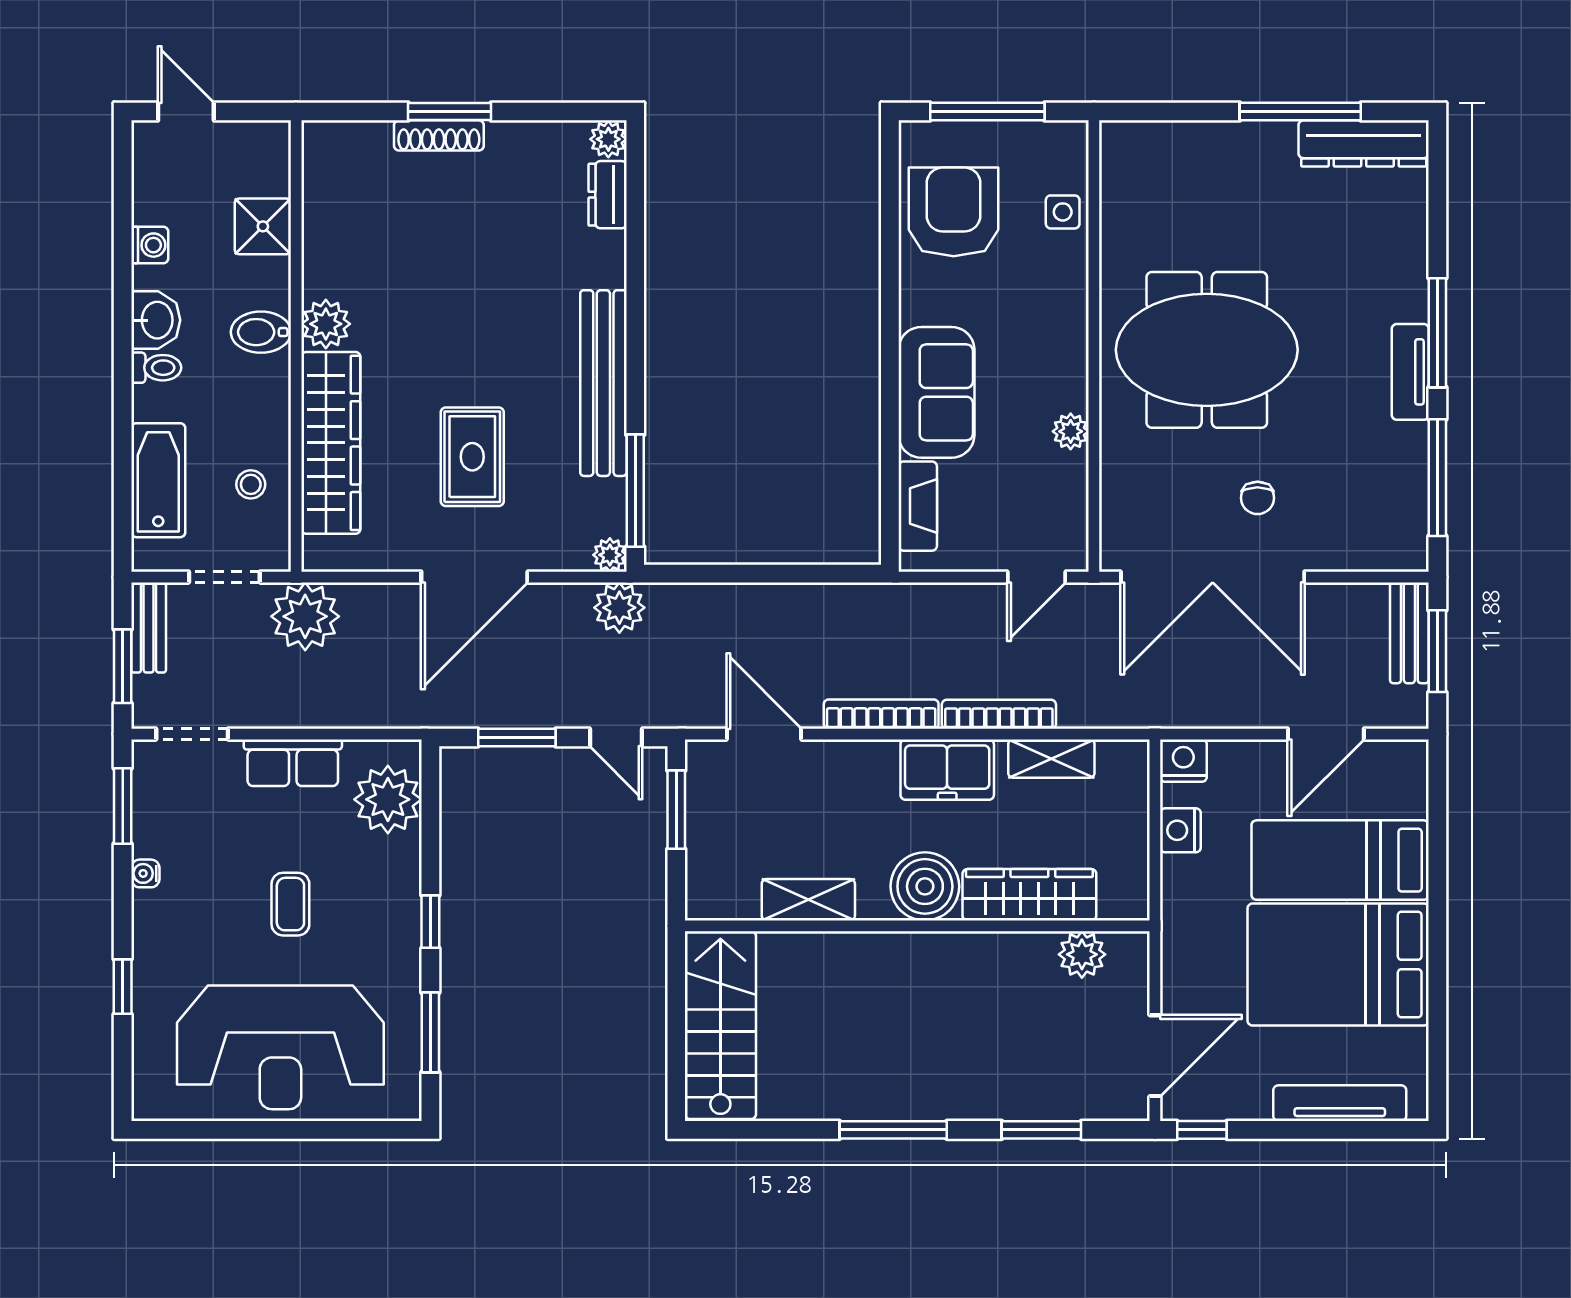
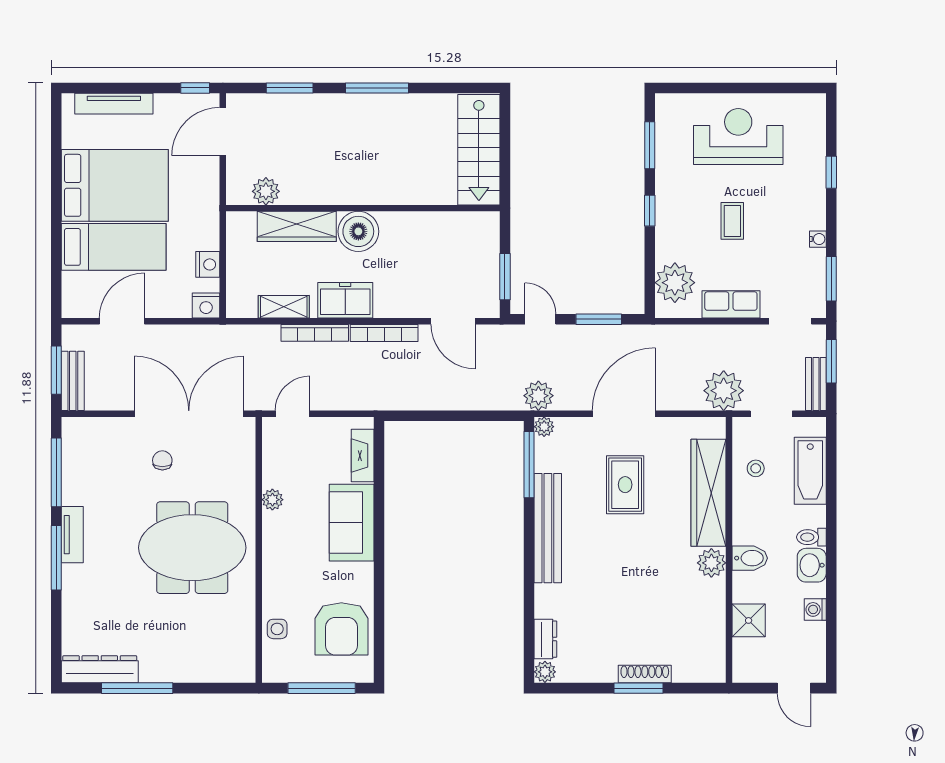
shelving: (808, 900) -> (427, 224), removed
reception desk: (280, 1047) -> (738, 137), width x0.74, depth x0.77

